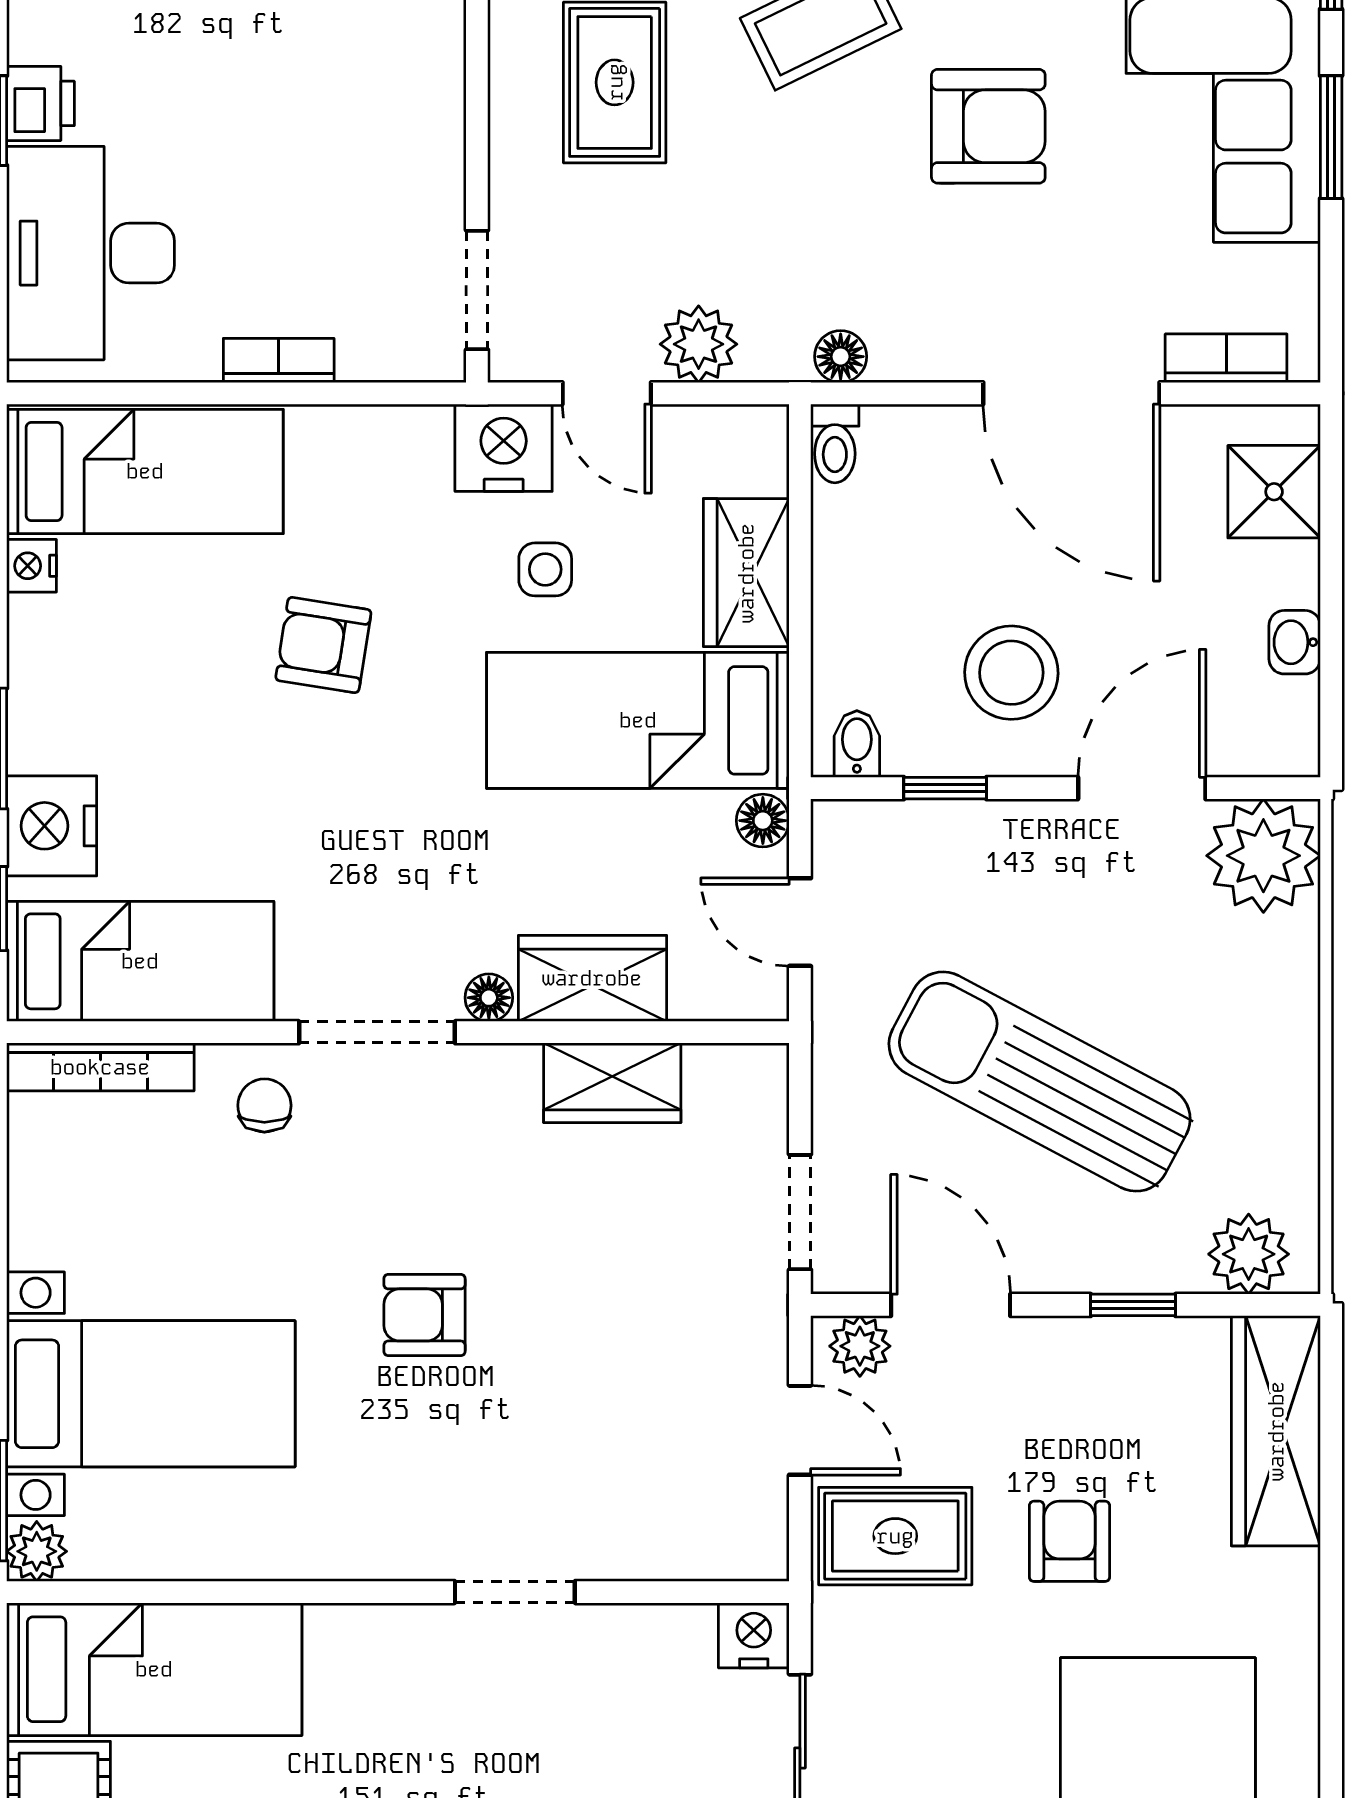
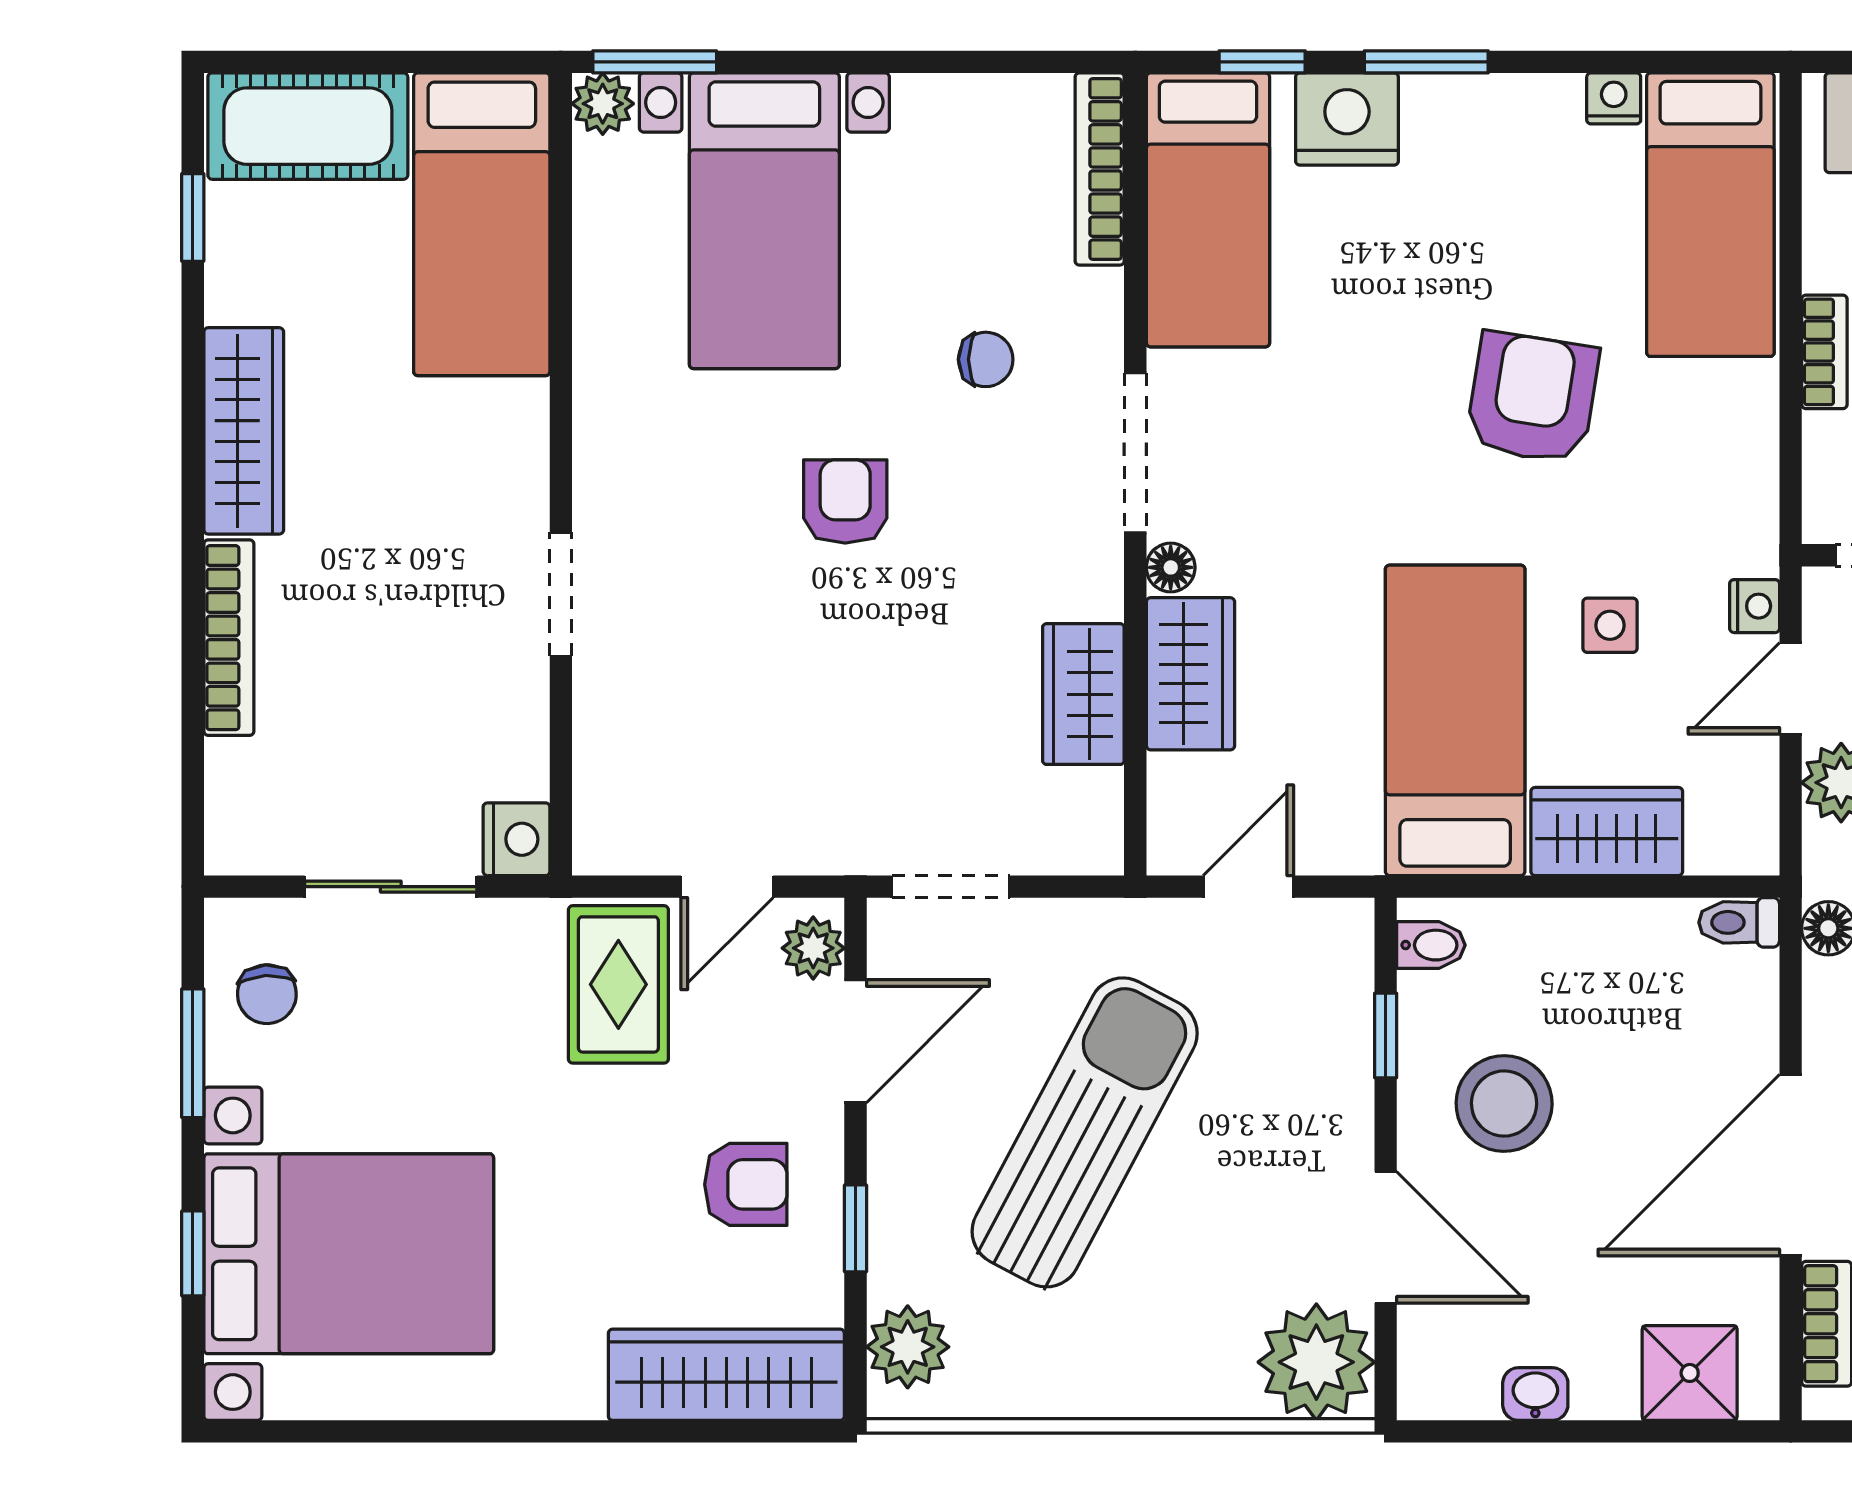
nightstand: (504, 448) -> (1755, 606), width x0.53, depth x0.56
armchair: (323, 645) -> (1532, 398), width x1.38, depth x1.38
floor lamp: (763, 821) -> (1352, 848), removed
chair: (264, 1105) -> (986, 359), moved
armchair: (1069, 1541) -> (746, 1184), moved

